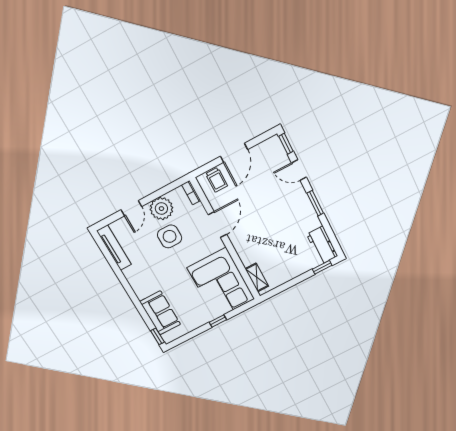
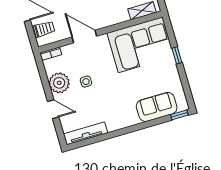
side table: (170, 236) -> (86, 82), width x0.54, depth x0.54

